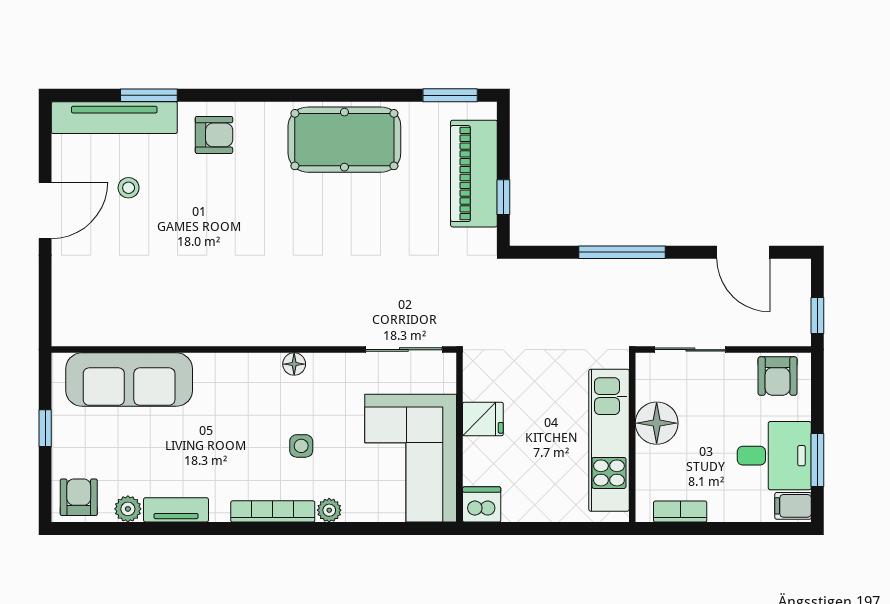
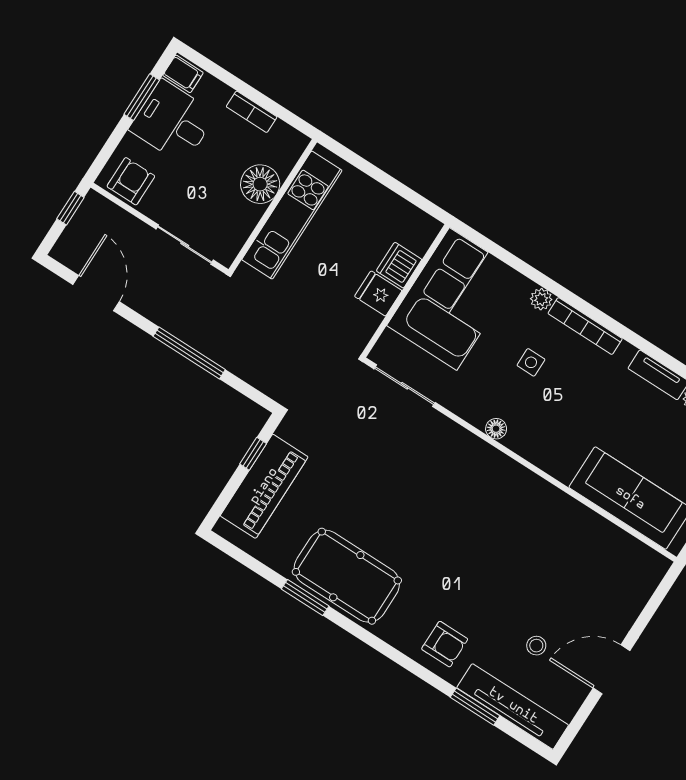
window: (450, 95) -> (305, 597), moved
armchair: (214, 135) -> (445, 644), turned 180
floor lamp: (657, 423) -> (260, 184), moved
dishwasher: (482, 504) -> (399, 265), moved, turned 90
bookcase: (680, 512) -> (252, 112), moved

